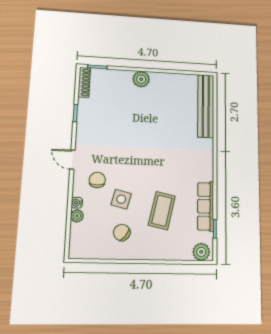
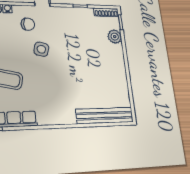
plant: (141, 79) -> (115, 37), moved
side table: (121, 199) -> (41, 49), moved

